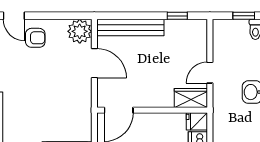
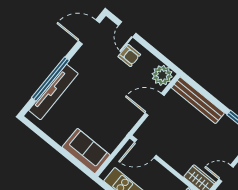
door: (94, 63) -> (155, 104), swing flipped

